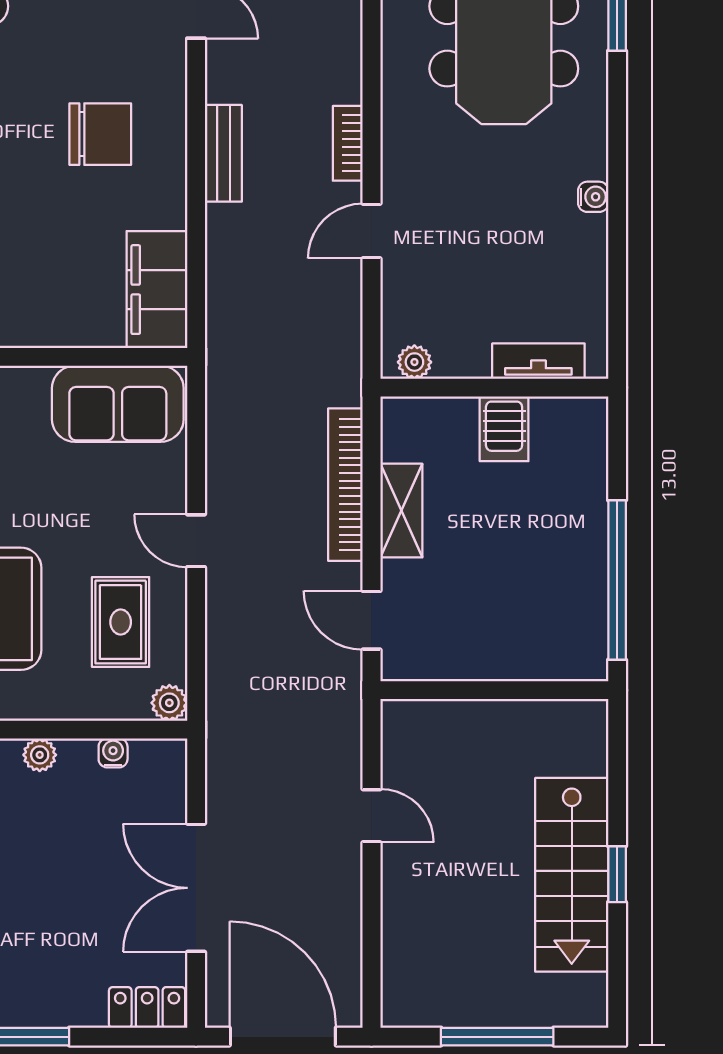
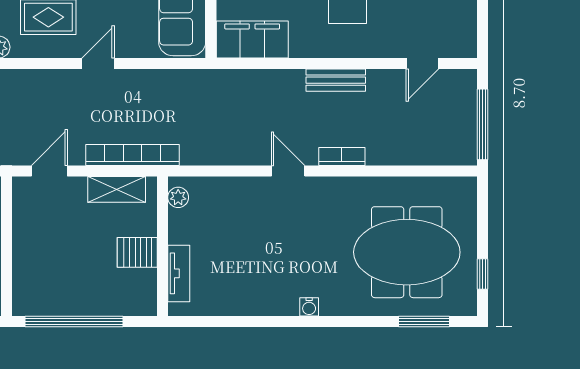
tv unit: (538, 361) -> (179, 273), moved
plant: (414, 362) -> (178, 197), moved
wall: (494, 388) -> (162, 246), moved
server rack: (504, 429) -> (137, 252), moved

